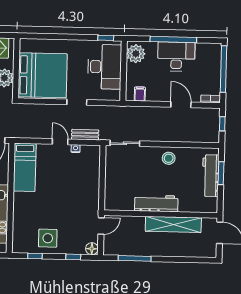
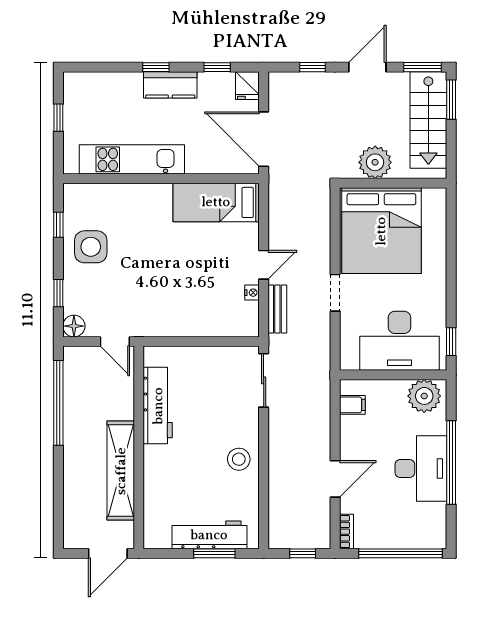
workbench: (156, 203) -> (158, 406), moved
window: (135, 258) -> (58, 403), width x1.46

